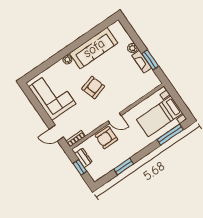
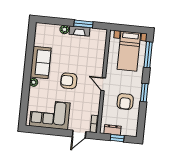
sofa: (94, 48) -> (41, 62), width x0.73
armchair: (93, 87) -> (69, 81), turned -73
door: (114, 118) -> (103, 84), swing flipped
armchair: (106, 138) -> (125, 102), moved
window: (124, 167) -> (144, 93), moved

